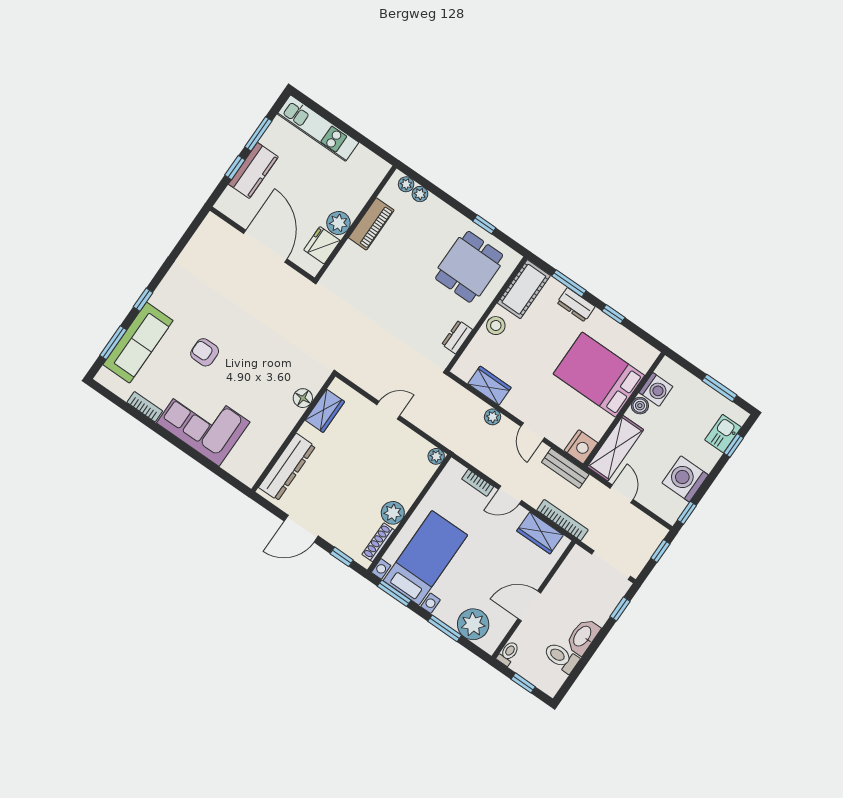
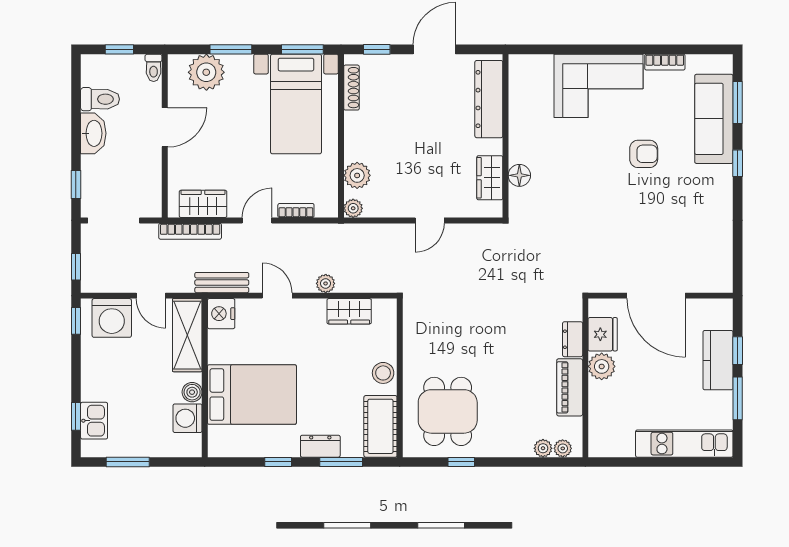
dresser: (457, 337) -> (573, 339), moved, turned 180
washing machine: (685, 479) -> (112, 318), moved, turned 90
plant: (393, 513) -> (357, 175), moved

